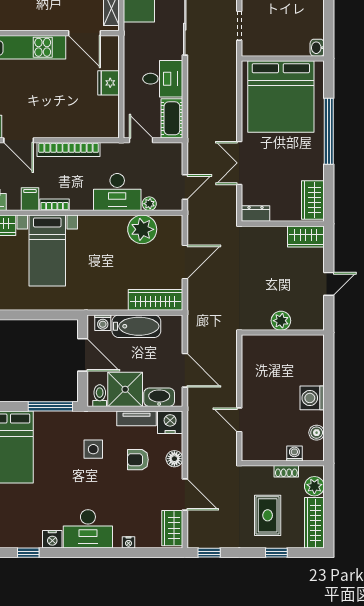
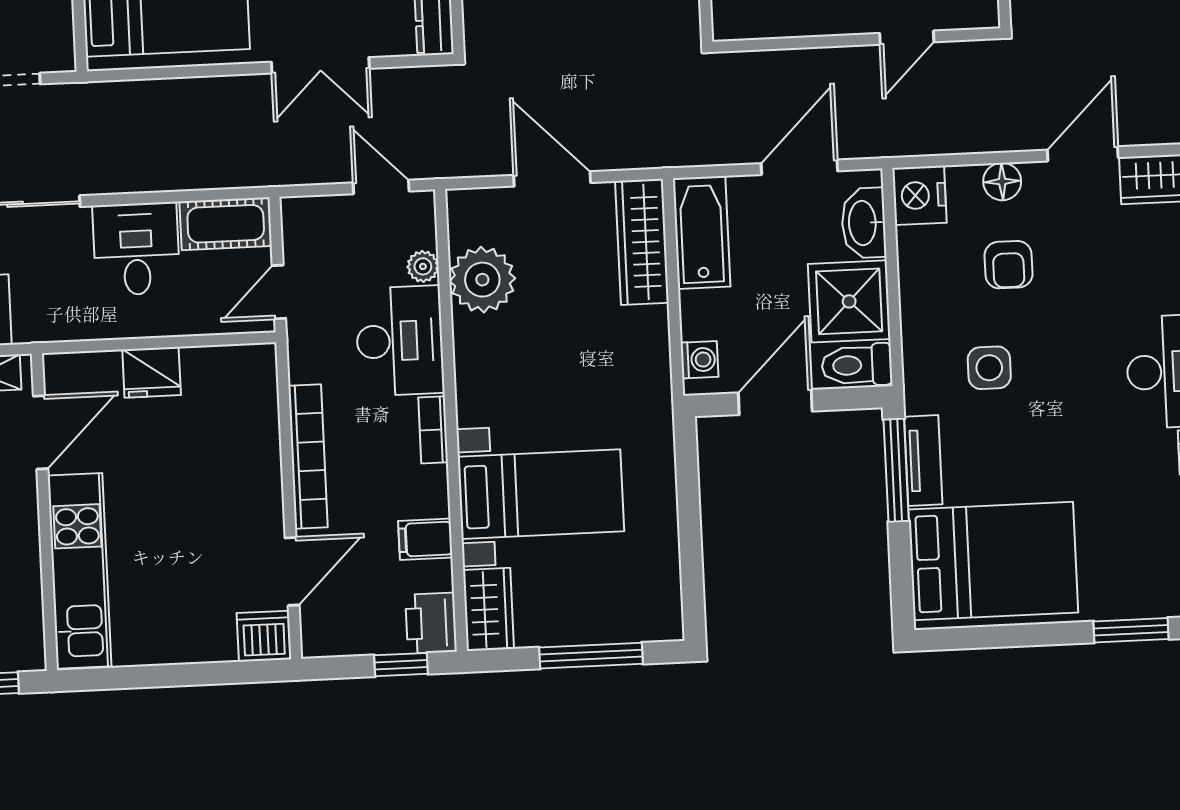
bookcase: (55, 205) -> (433, 430), moved
bathtub: (136, 326) -> (702, 232), moved
toilet: (100, 396) -> (857, 365), width x1.37, depth x1.39
tv unit: (136, 418) -> (923, 460), moved

